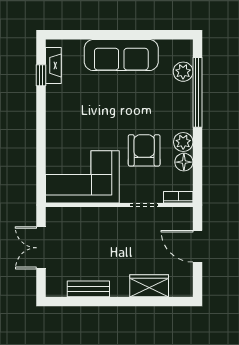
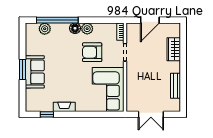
window: (115, 35) -> (23, 70), added
sofa: (121, 55) -> (35, 72), width x0.73
fireplace: (53, 65) -> (64, 107), moved
floor lamp: (184, 162) -> (75, 28), moved

